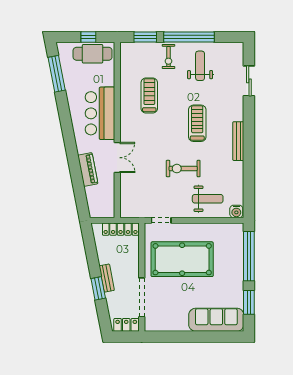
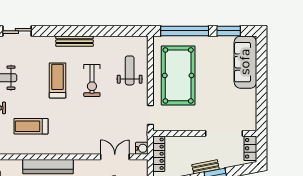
treadmill: (197, 123) -> (58, 80), turned 90
double door: (117, 158) -> (115, 157), moved
exercise bike: (183, 169) -> (92, 80), moved
water cooler: (236, 211) -> (142, 148), moved
pool table: (182, 259) -> (178, 75), moved

